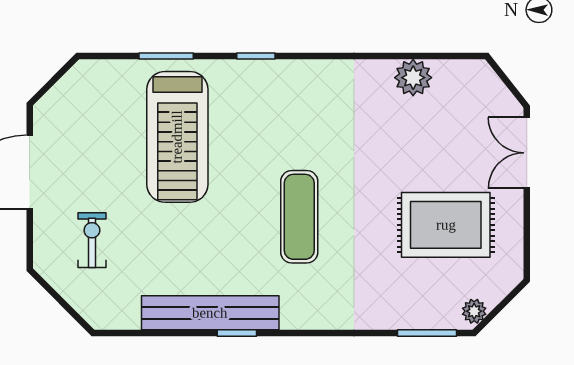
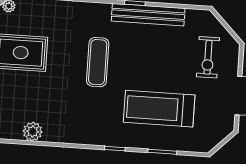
treadmill: (177, 137) -> (159, 109), turned -90
exercise bike: (92, 240) -> (208, 57), width x1.38, depth x1.39

